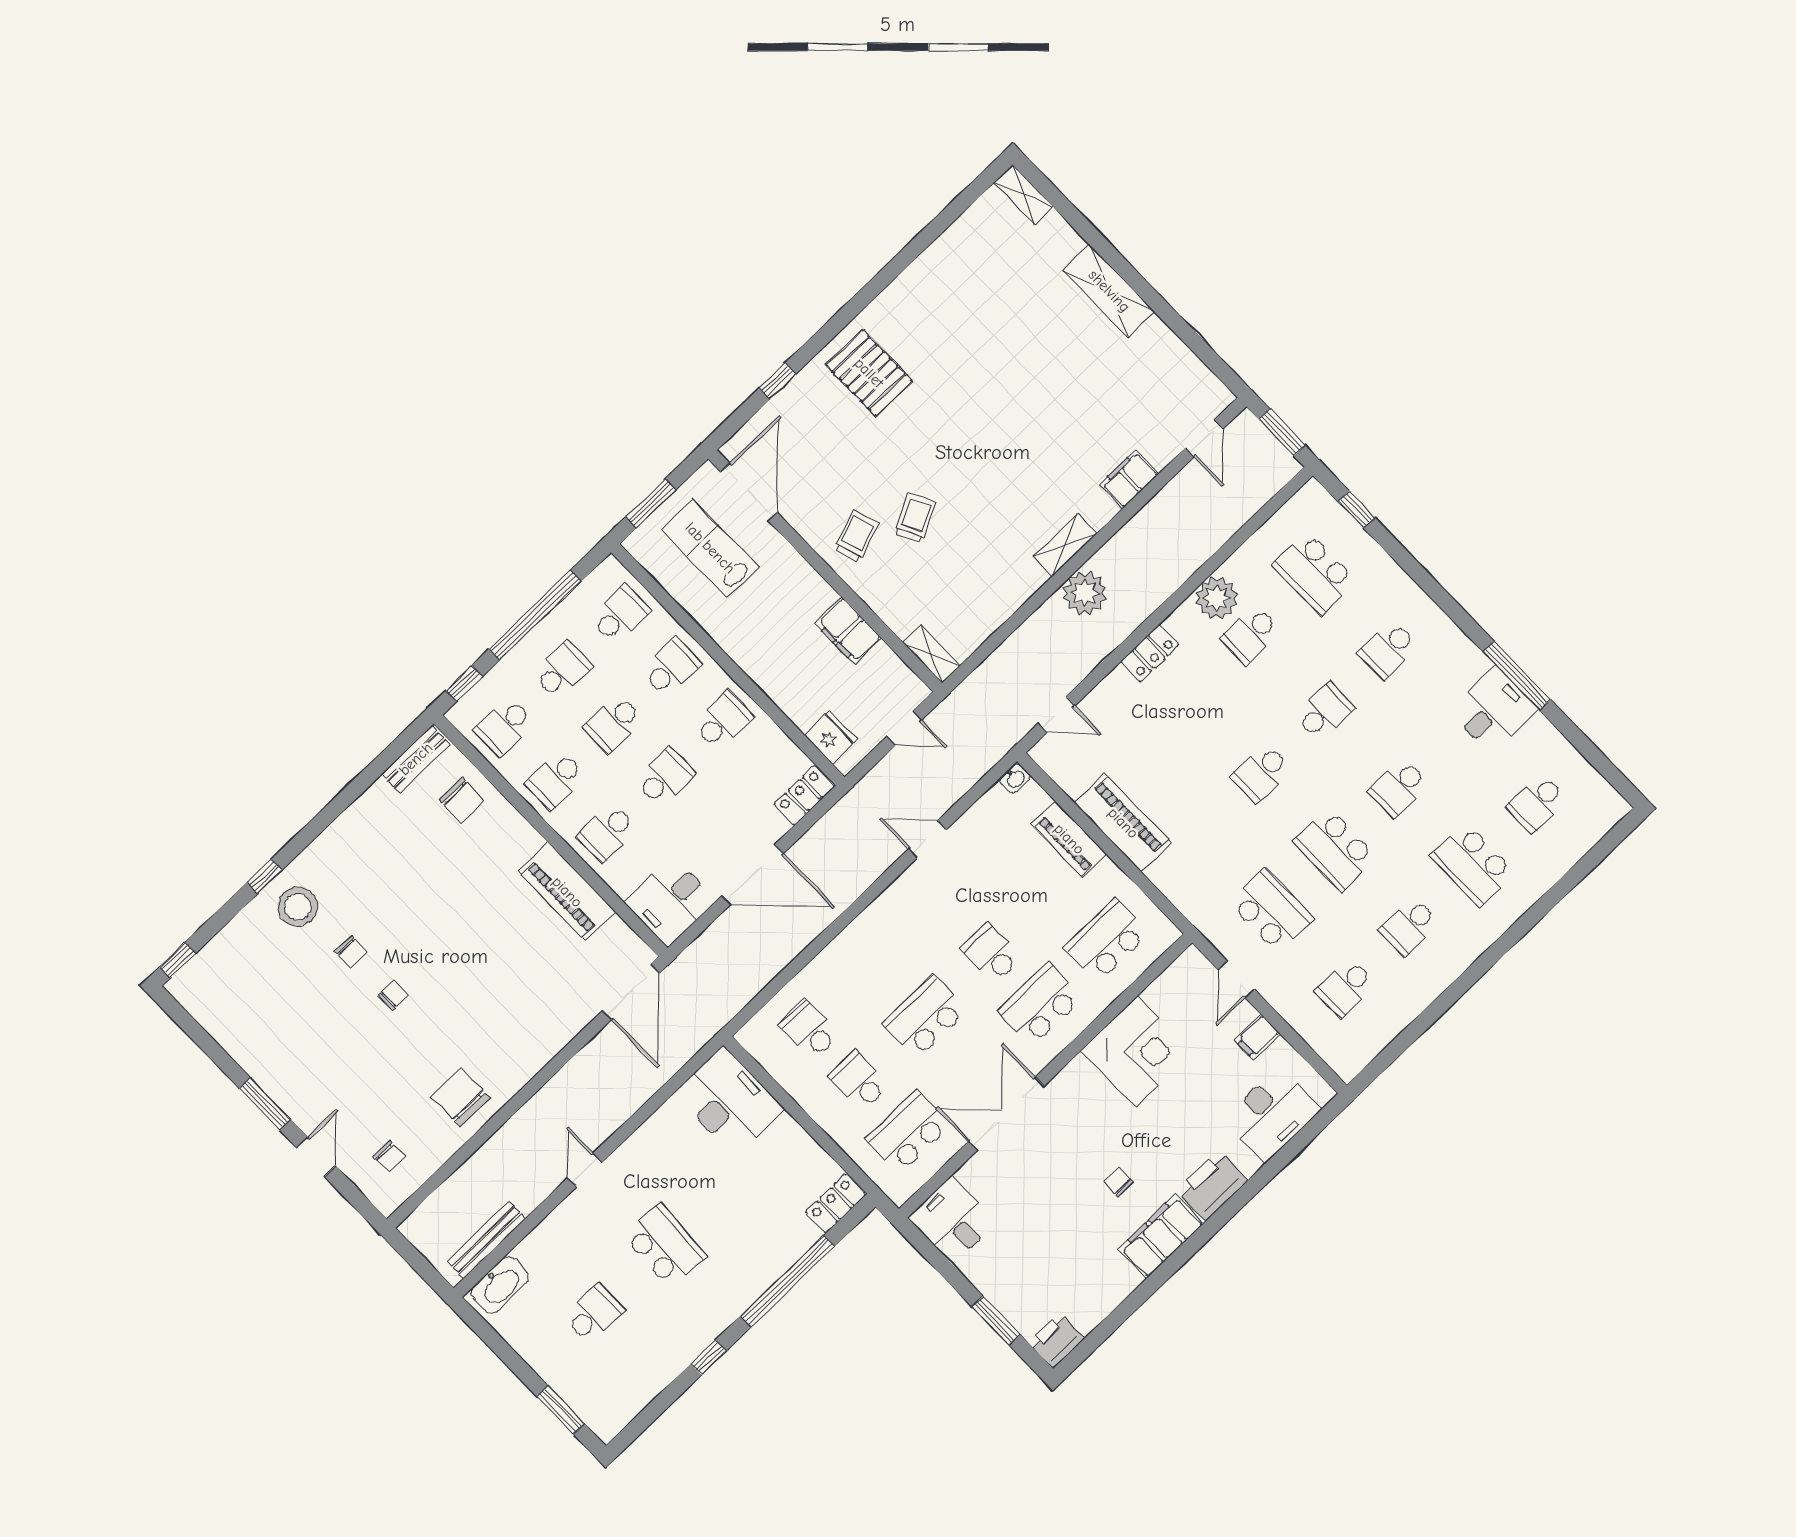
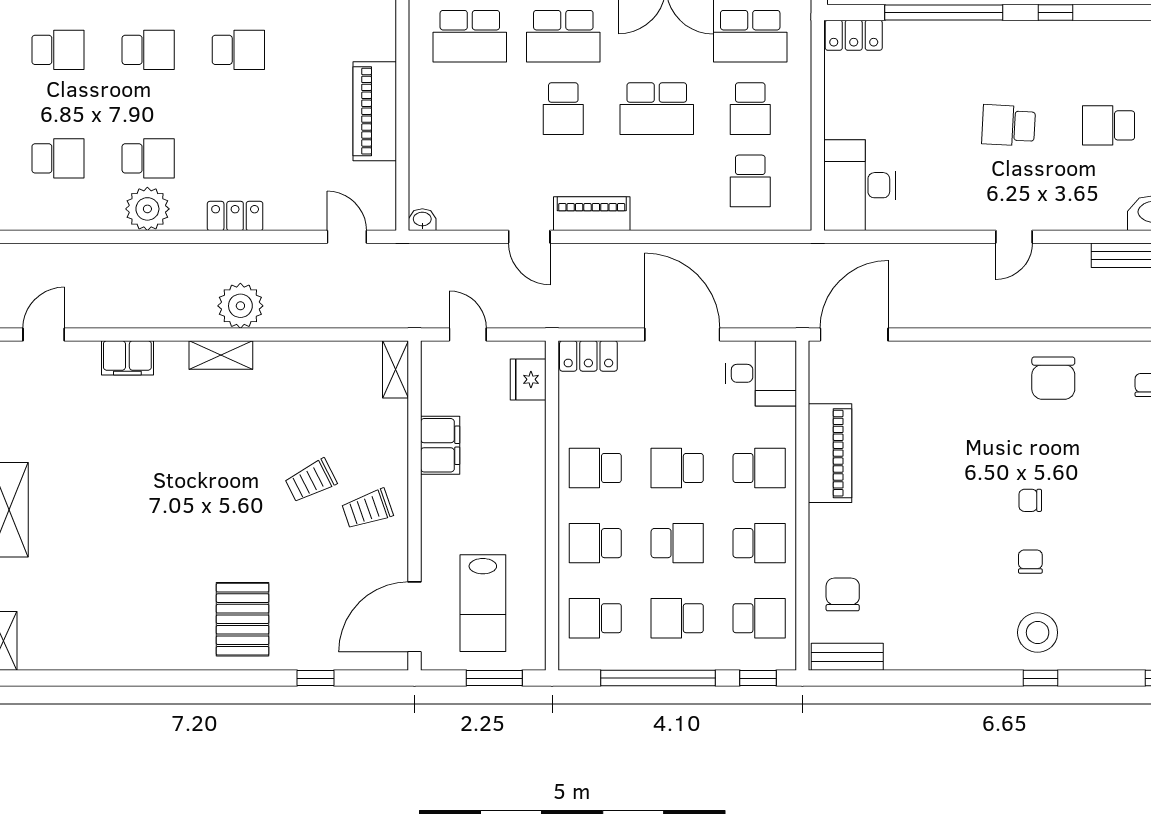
school desk: (1314, 573) -> (58, 158), width x0.54
school desk: (1325, 711) -> (148, 50), turned 180
piano: (1069, 839) -> (592, 214), moved, turned -90
school desk: (665, 1245) -> (1008, 125), width x0.54

